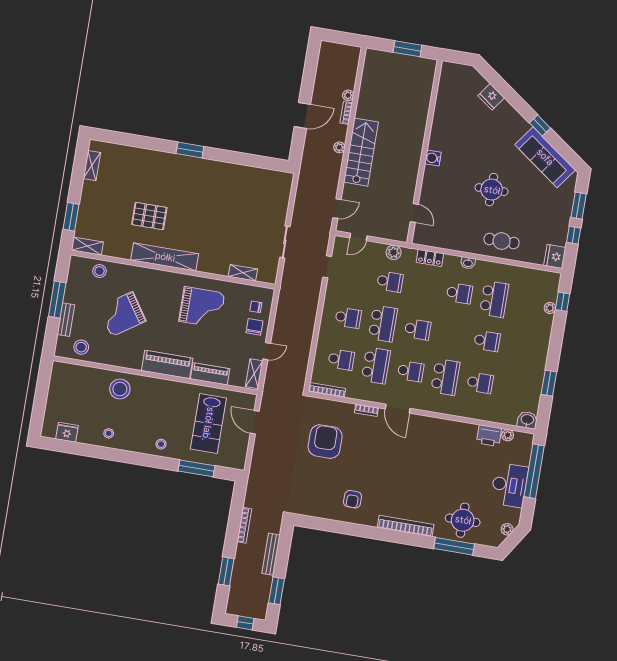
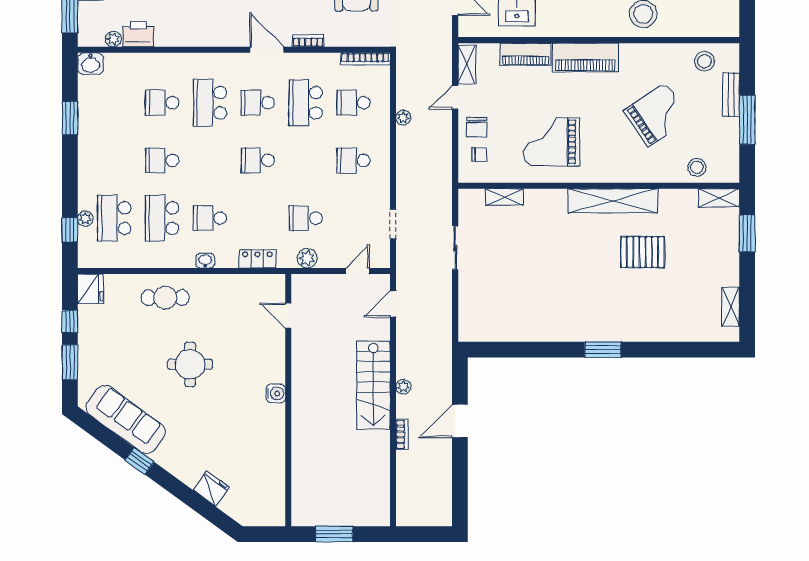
plant: (348, 95) -> (403, 118), moved
school desk: (383, 324) -> (114, 218), moved

